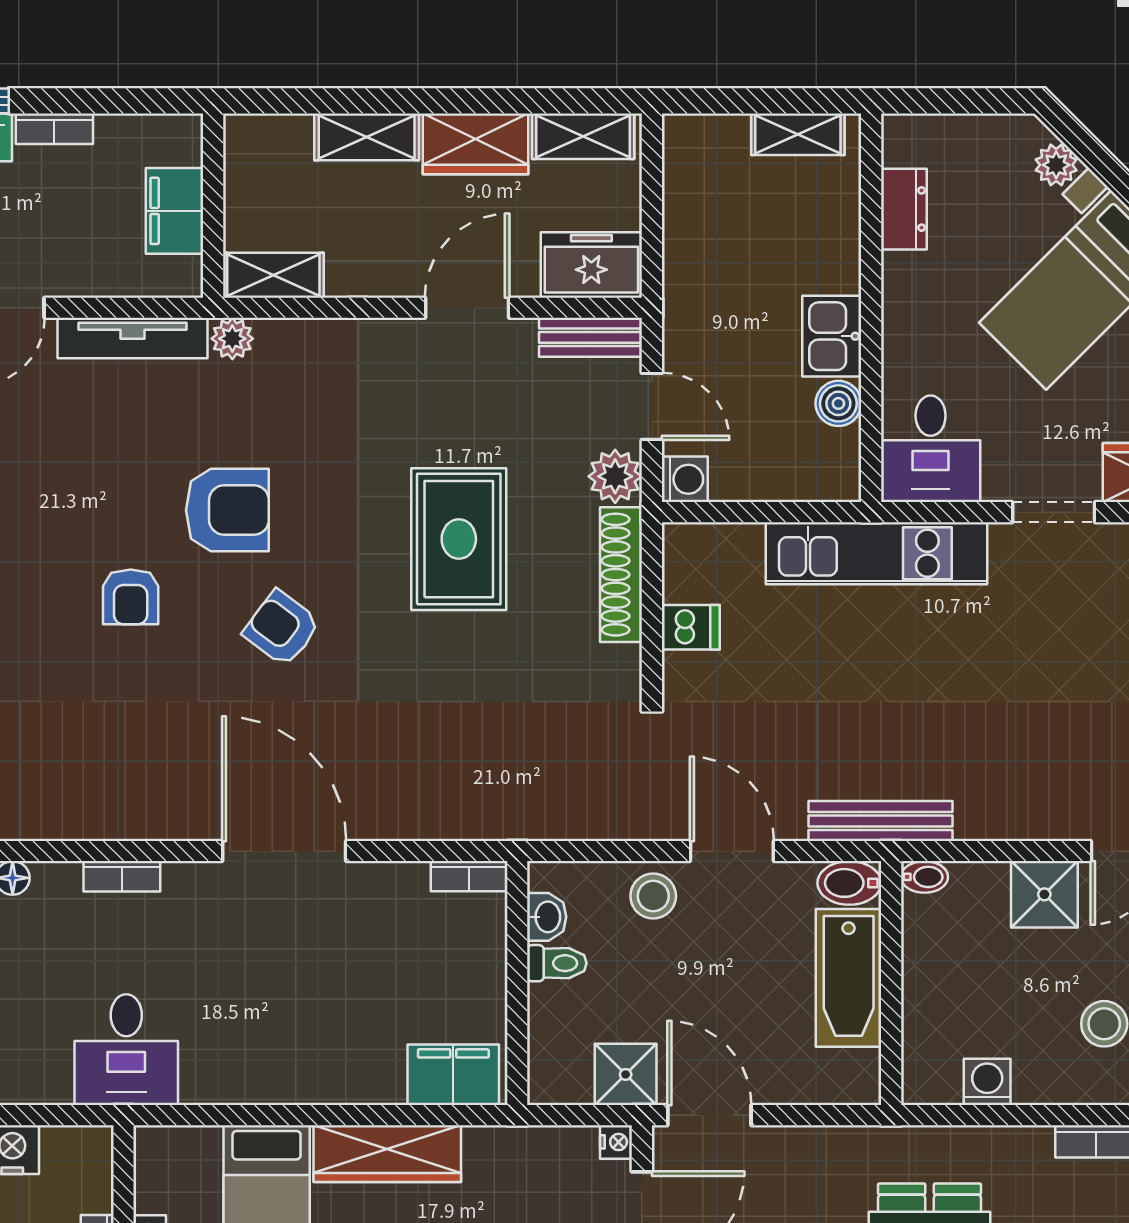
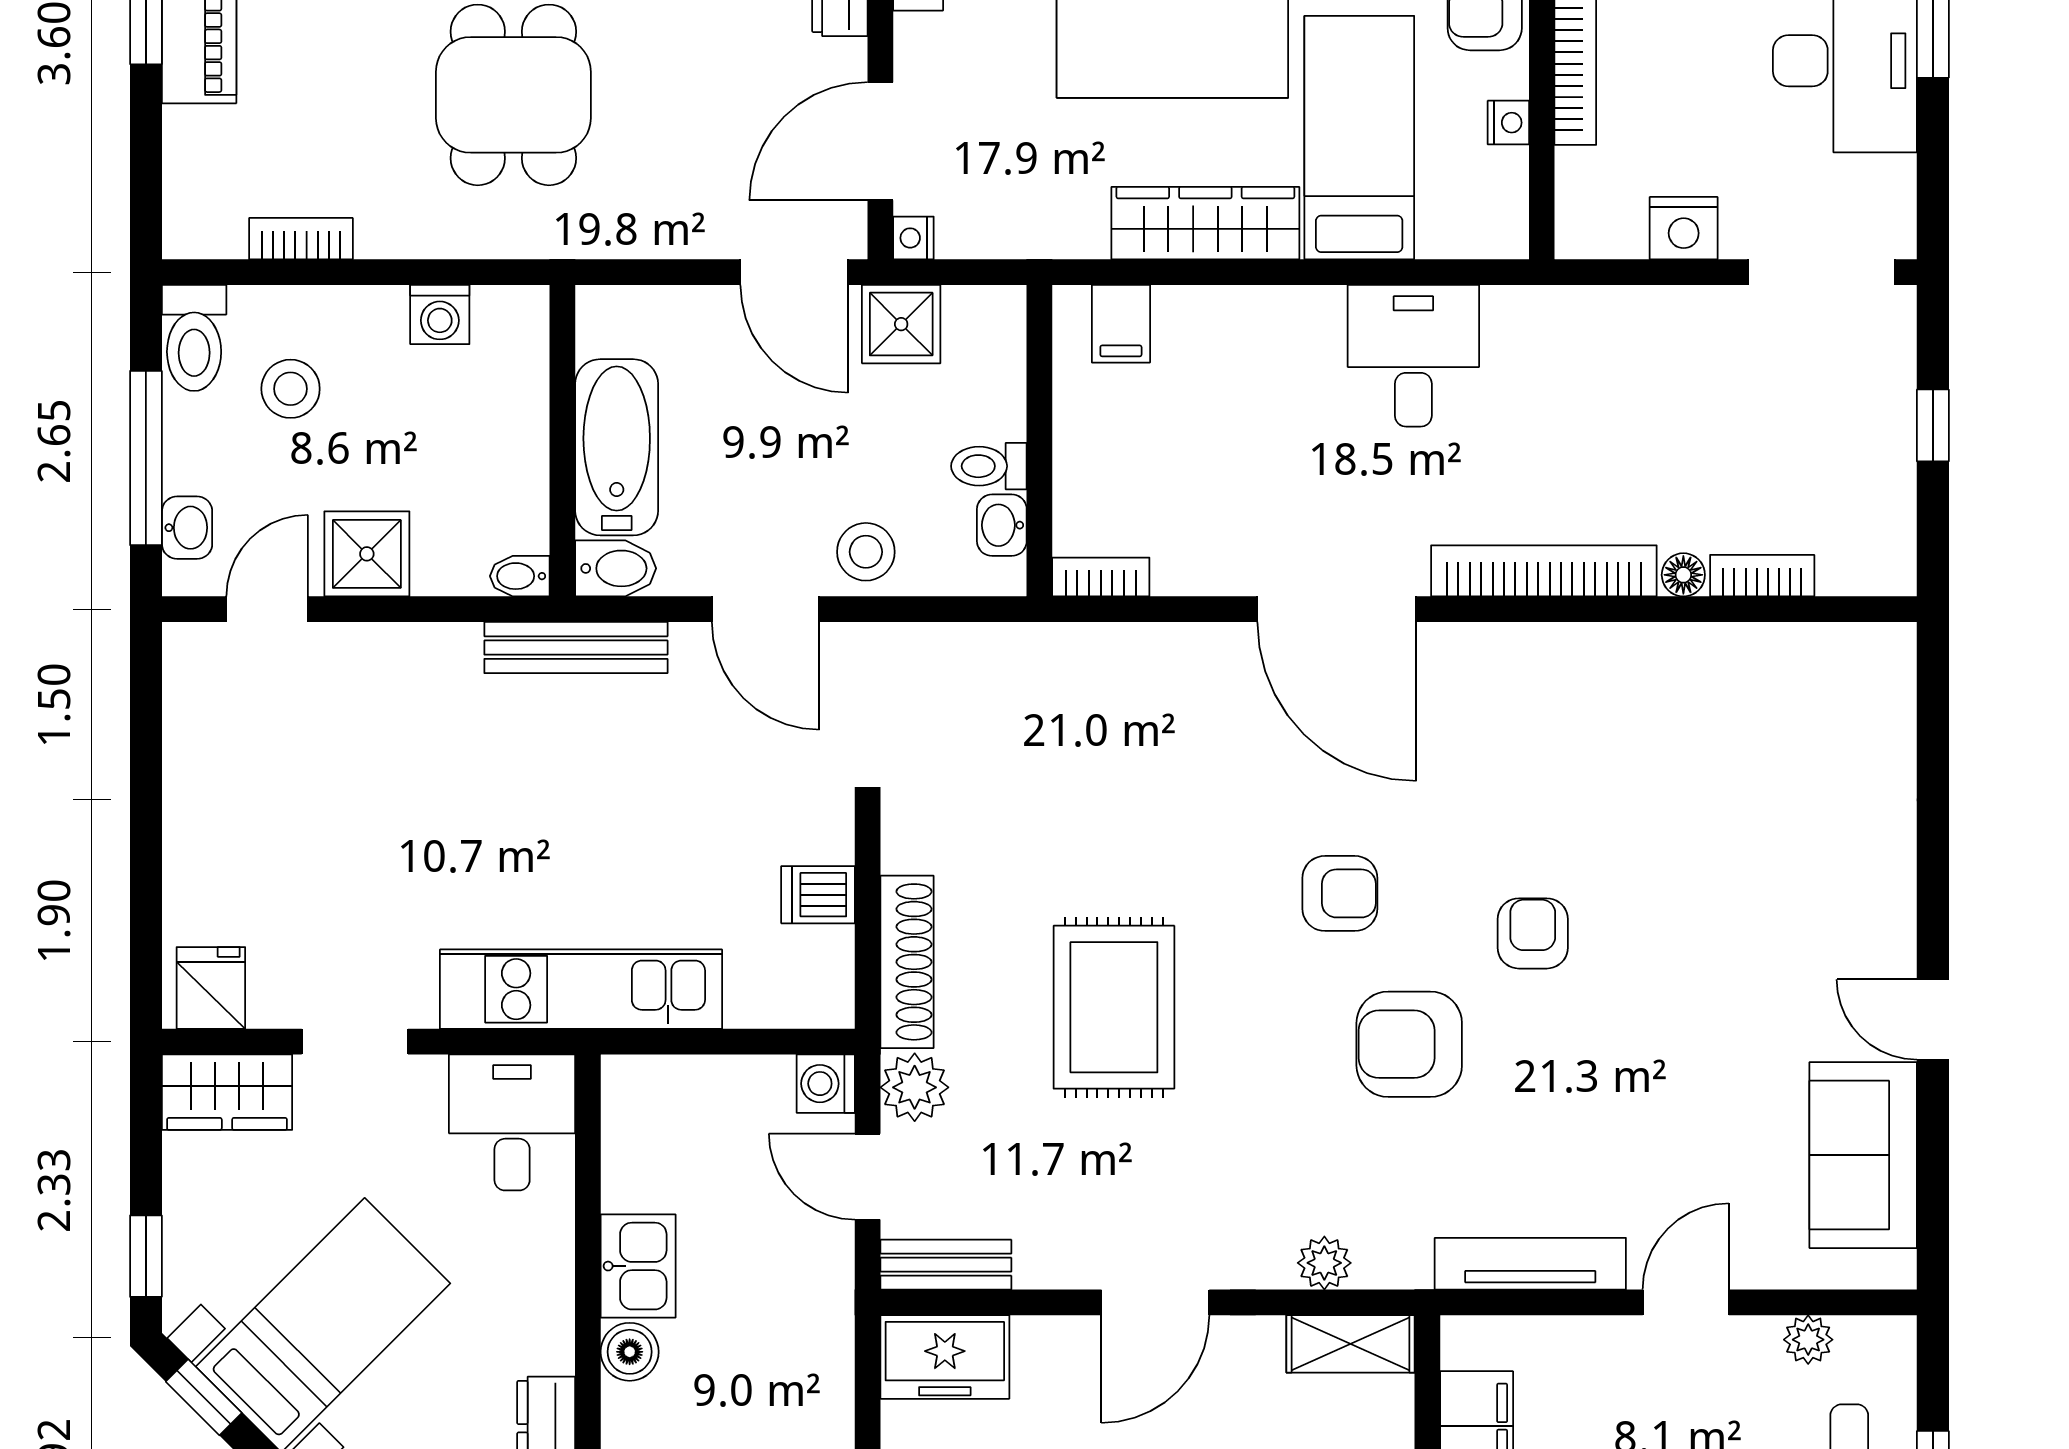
door: (467, 308) -> (1155, 1302), moved
plant: (232, 339) -> (1324, 1263), moved
boiler: (838, 403) -> (630, 1352), moved
armchair: (282, 628) -> (1340, 893), turned -37
bookcase: (122, 876) -> (1544, 571), width x2.31, depth x1.31
desk: (126, 1050) -> (1413, 356), moved
filing cabinet: (453, 1075) -> (1121, 324), width x0.50

